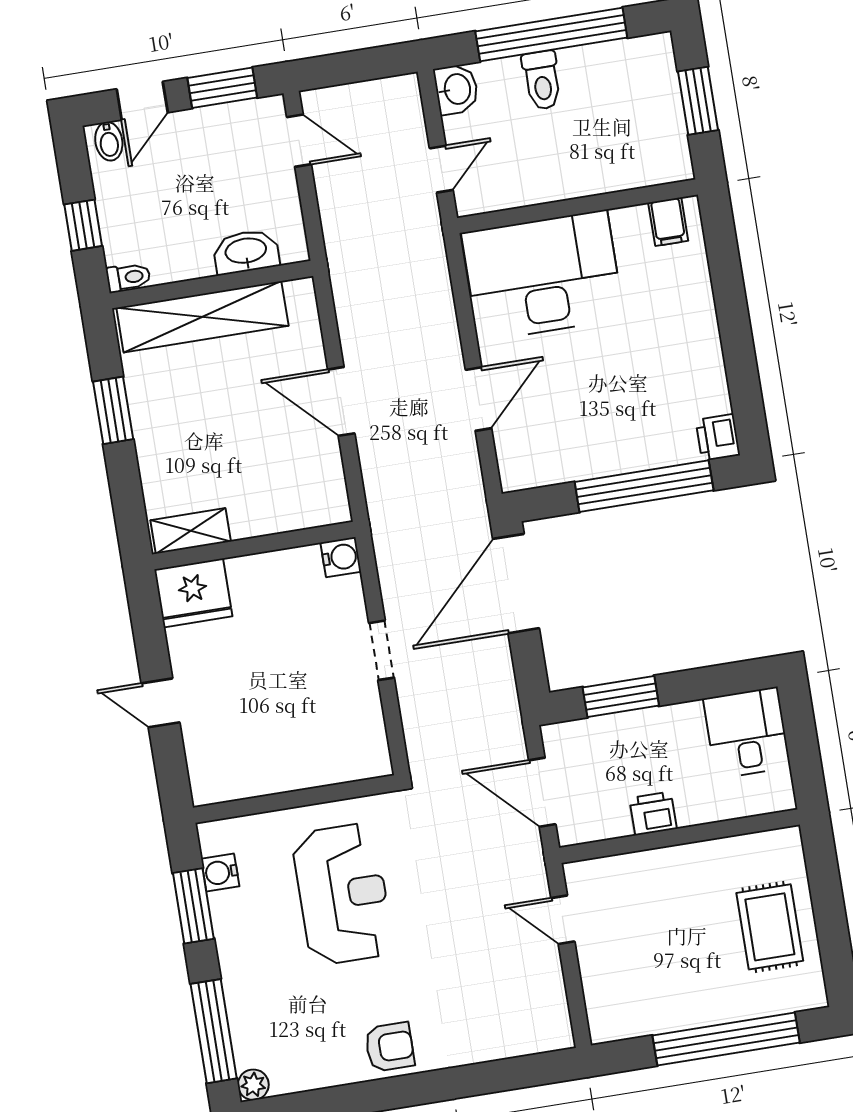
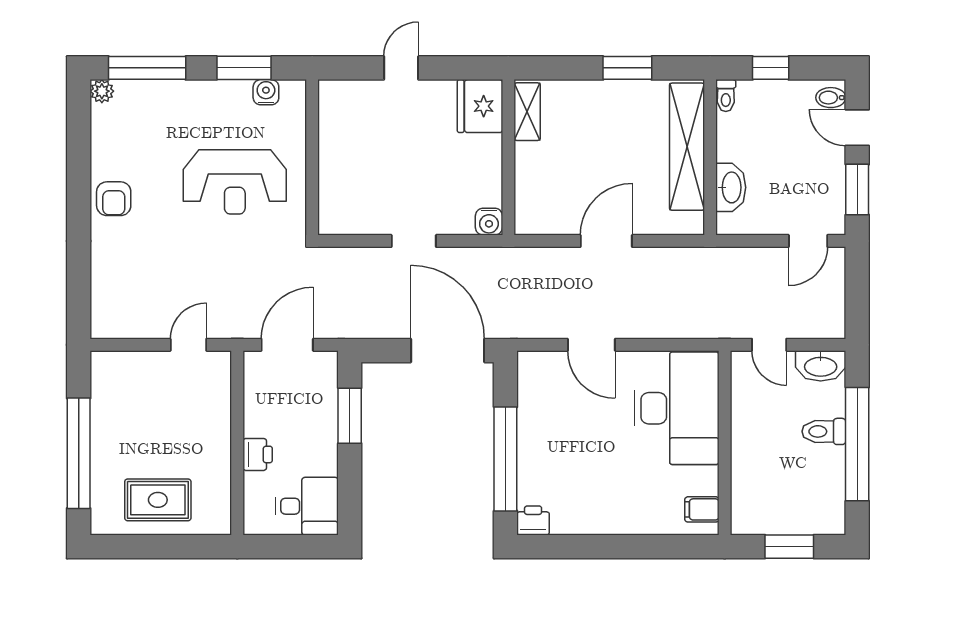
washbasin: (456, 89) -> (821, 366), width x1.38
printer: (653, 813) -> (258, 454), moved

